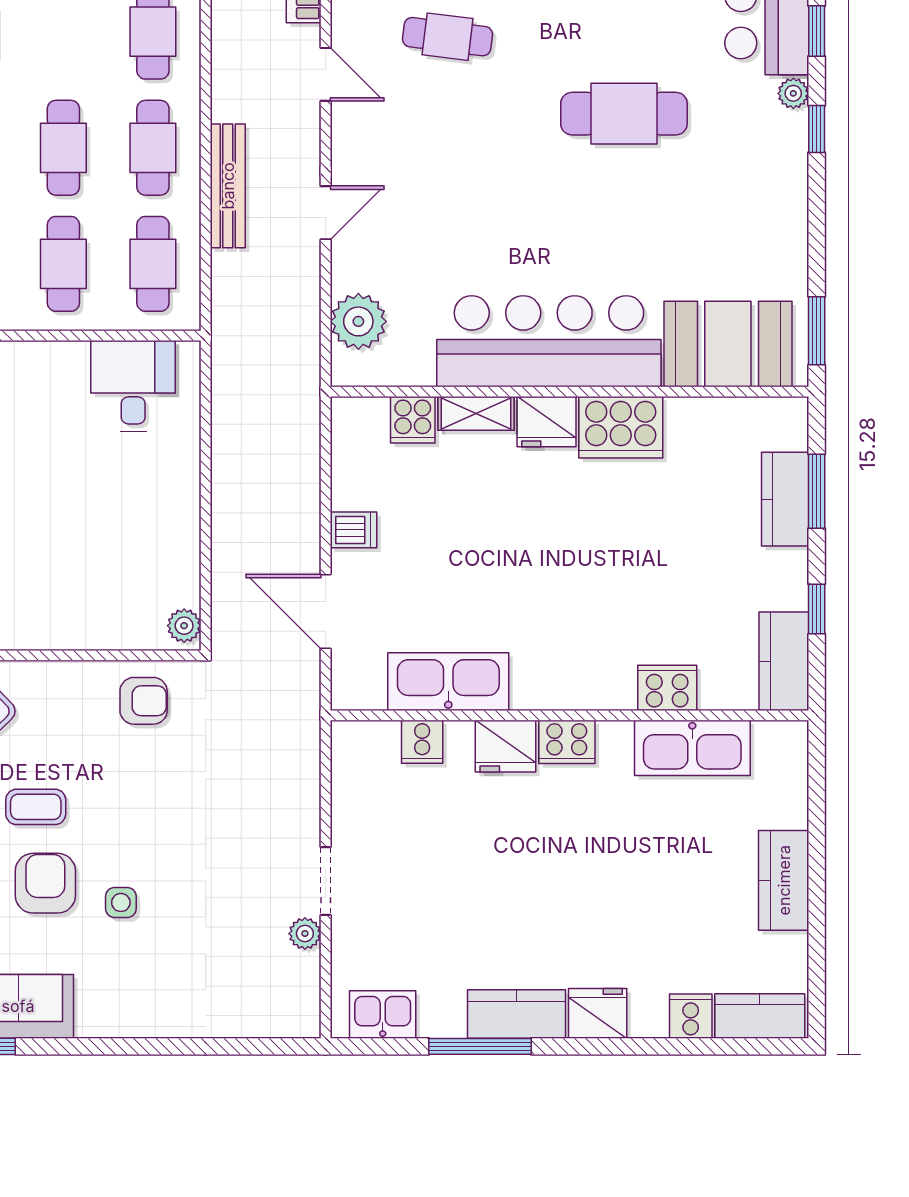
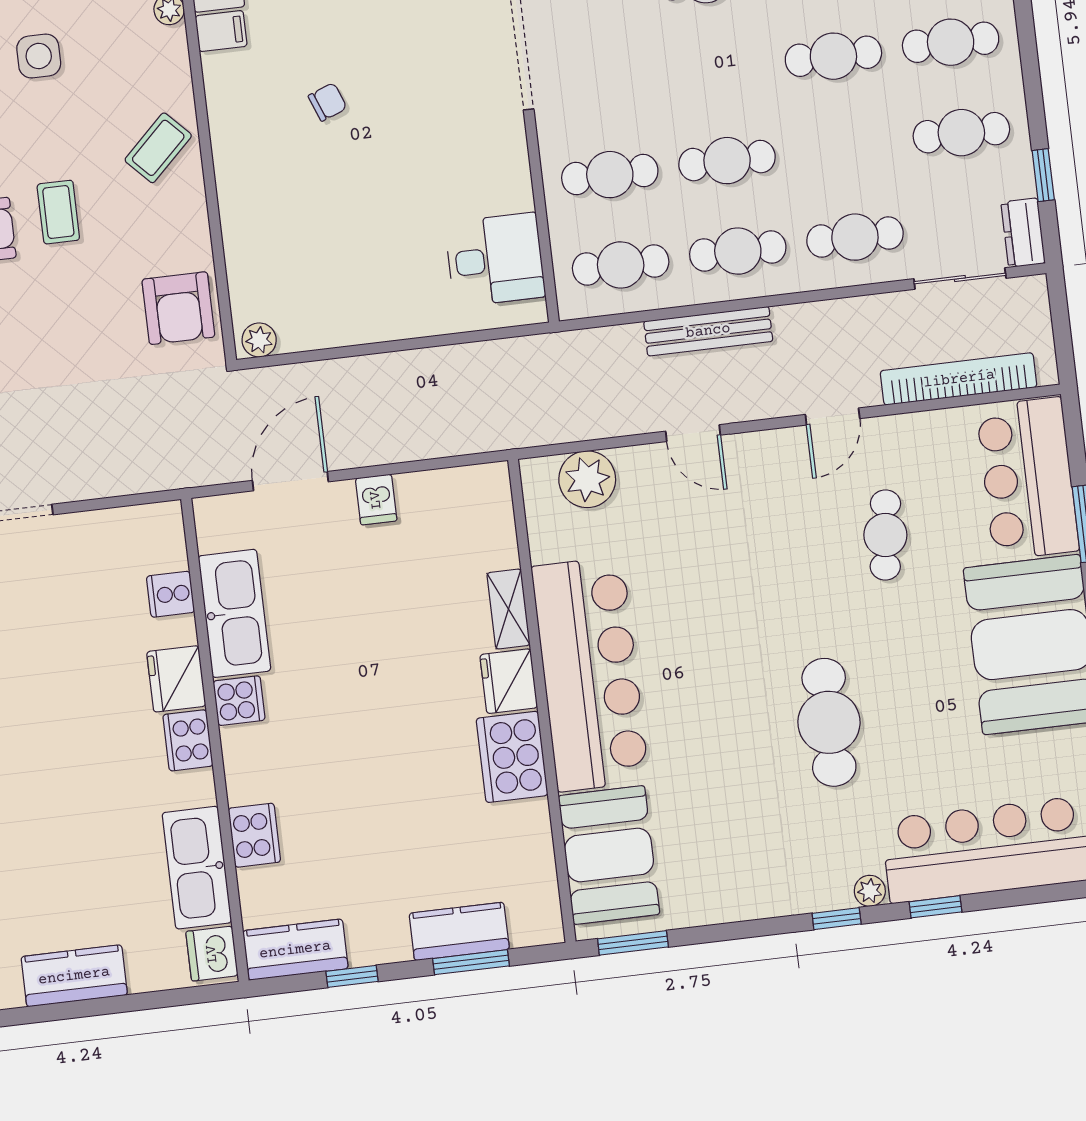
cooker: (413, 420) -> (239, 701), moved, turned 180
armchair: (144, 701) -> (178, 308), width x1.38, depth x1.38
dishwasher: (778, 743) -> (212, 954), added

